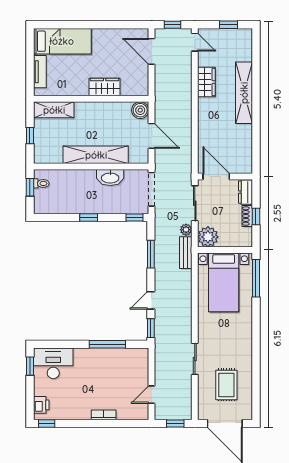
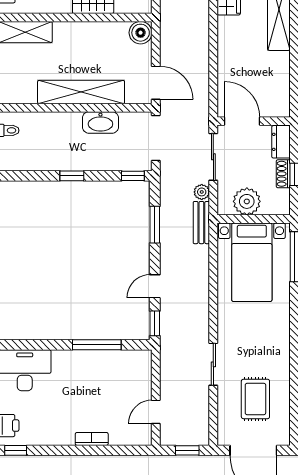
door: (152, 136) -> (156, 83), moved
plant: (208, 237) -> (247, 201), moved

